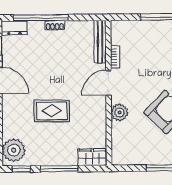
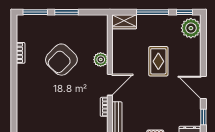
rug: (52, 111) -> (158, 61), turned 90

